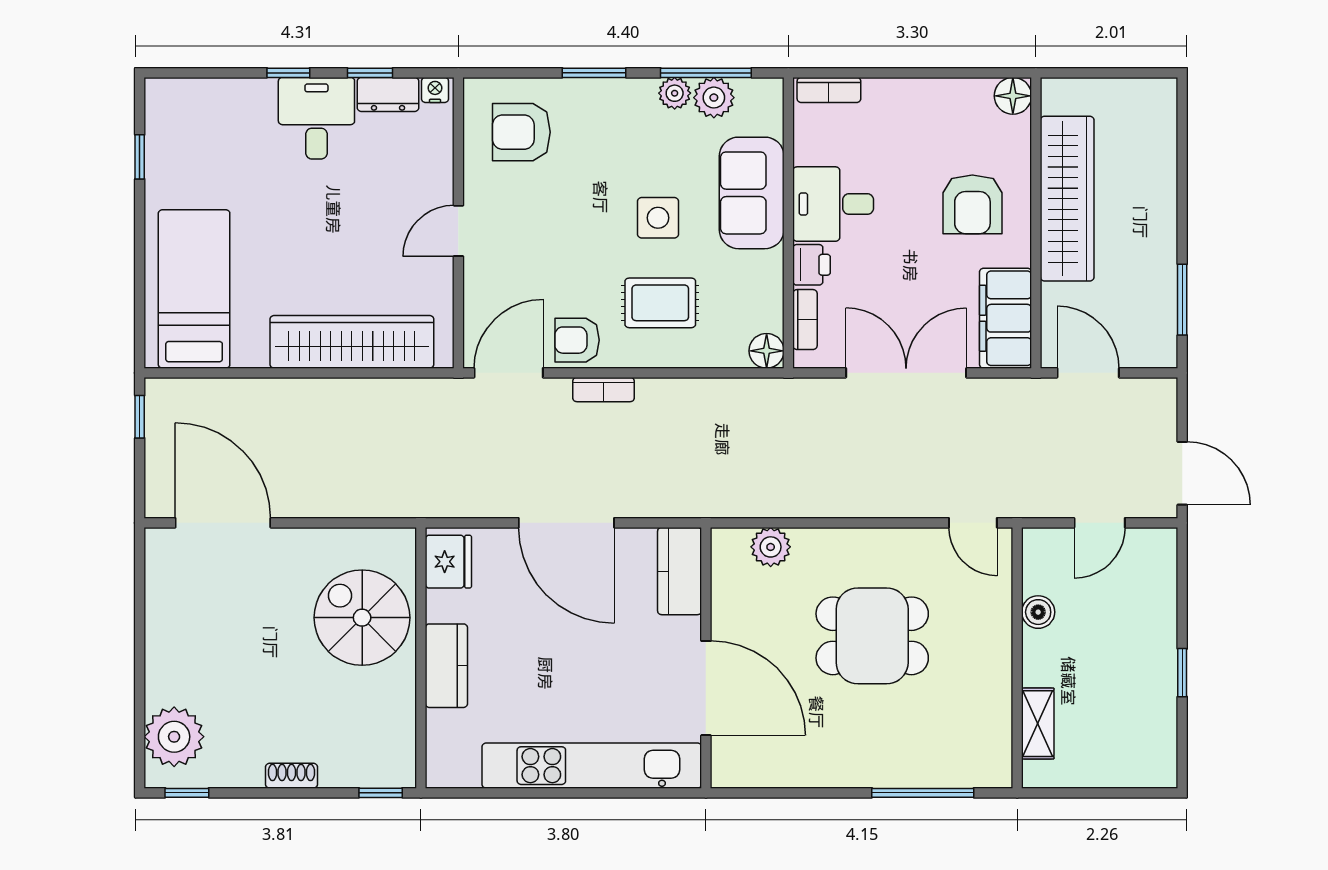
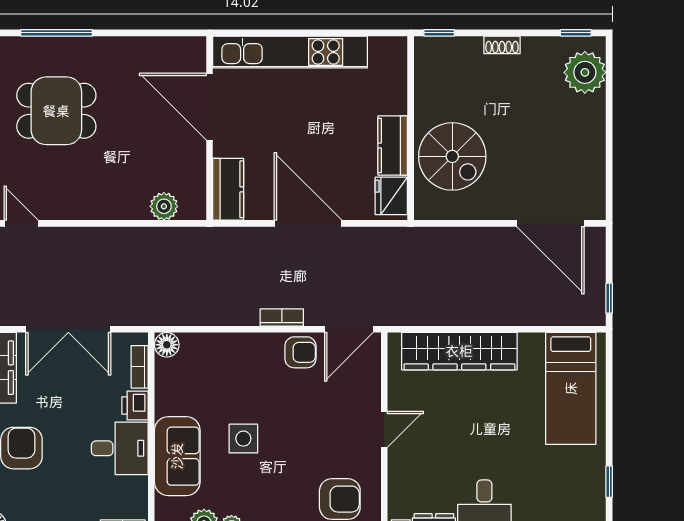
rug: (660, 303) -> (242, 379), removed
dining table: (872, 636) -> (56, 111), moved
kitchen counter: (446, 666) -> (393, 145), moved

